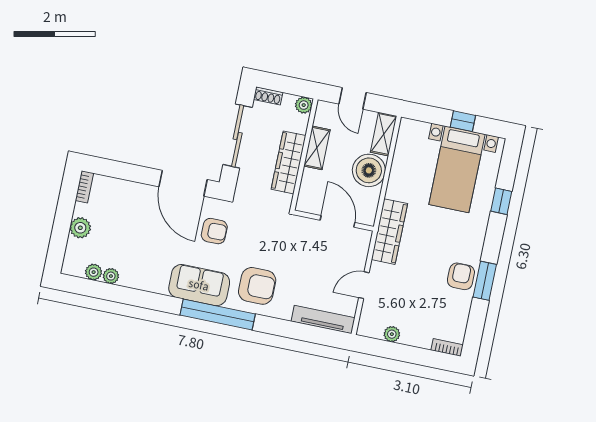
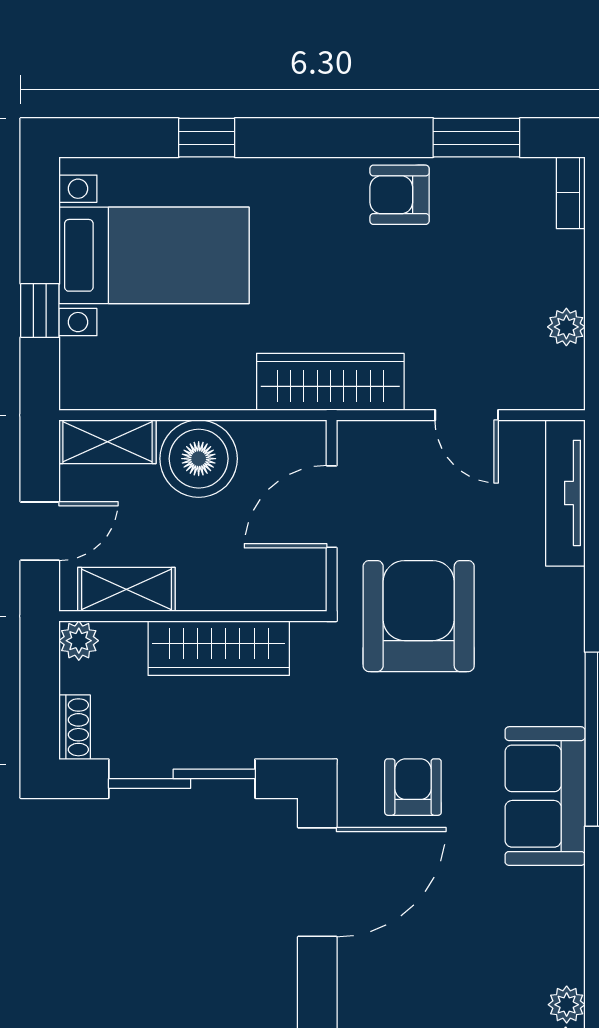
window: (463, 121) -> (40, 310), moved
shelving: (317, 148) -> (126, 589), moved
window: (485, 281) -> (476, 138), moved
armchair: (257, 286) -> (419, 616), moved, width x1.36, depth x1.36

